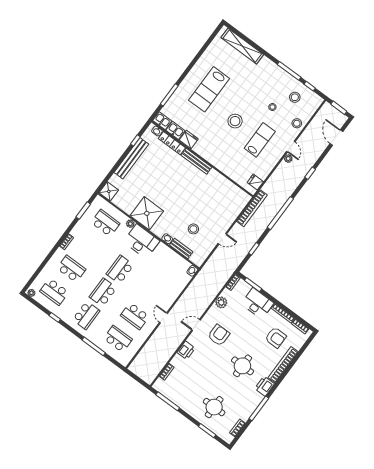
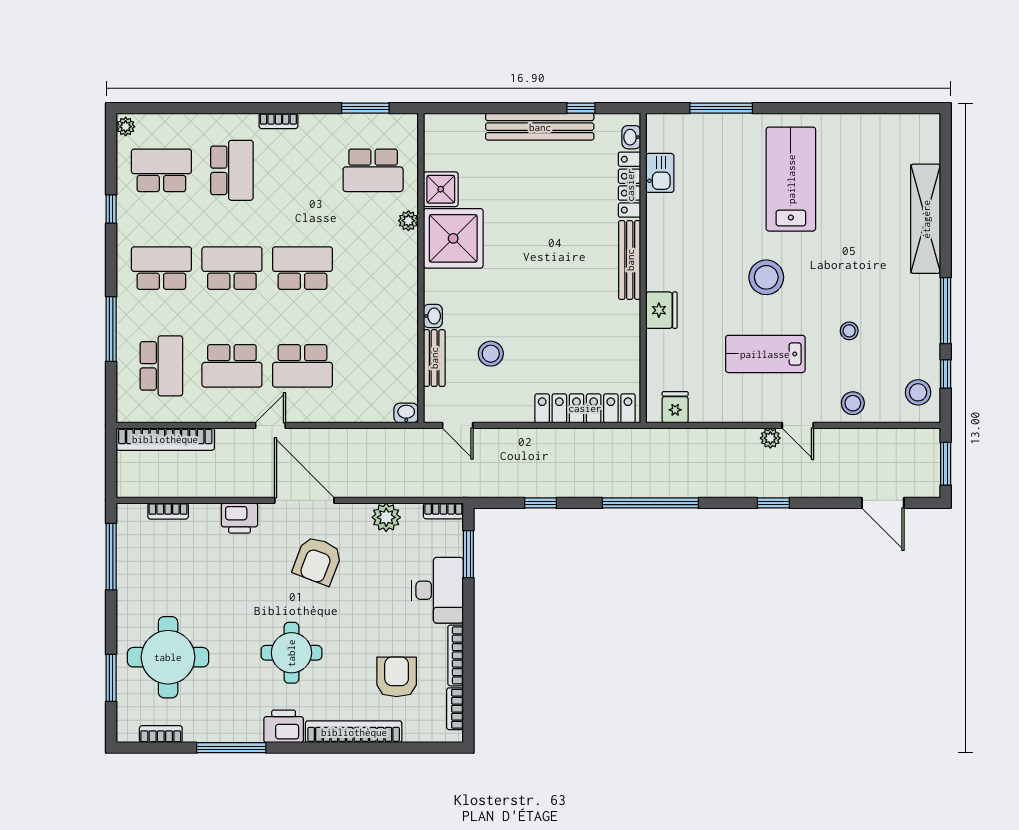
shelving: (242, 46) -> (926, 219), moved
lab bench: (209, 89) -> (791, 179), turned 90
stool: (295, 97) -> (918, 392), moved
kitchen sink: (162, 121) -> (660, 132), removed
door: (336, 138) -> (883, 503), swing flipped
fridge: (189, 140) -> (661, 310), moved
lab bench: (260, 140) -> (765, 354), turned 180
door: (291, 147) -> (798, 425), hinge flipped
shower: (109, 191) -> (441, 189), moved
bookcase: (252, 208) -> (165, 439), moved
locker: (234, 212) -> (585, 408), added
school desk: (105, 223) -> (373, 170), turned 90
door: (222, 239) -> (458, 425), moved
desk: (142, 241) -> (390, 269), removed
school desk: (54, 292) -> (161, 170), turned 90
school desk: (152, 293) -> (303, 366), added
school desk: (86, 315) -> (161, 268), turned 180
school desk: (135, 316) -> (232, 366), turned -90
door: (196, 325) -> (304, 500), width x1.87
armchair: (219, 335) -> (317, 561), turned 111
armchair: (276, 338) -> (397, 677), turned 180
round table: (214, 407) -> (168, 657), width x1.36, depth x1.36

